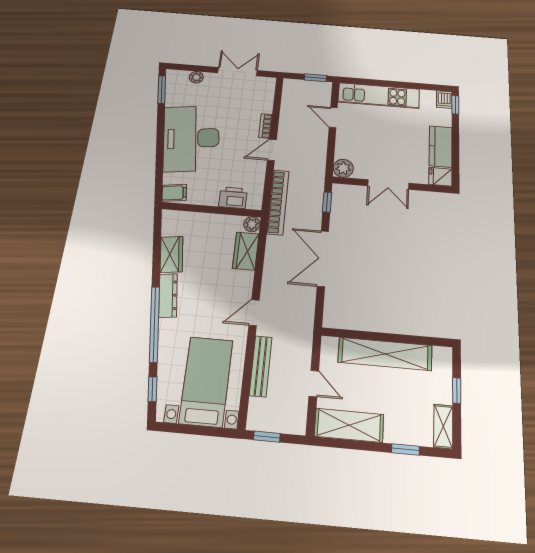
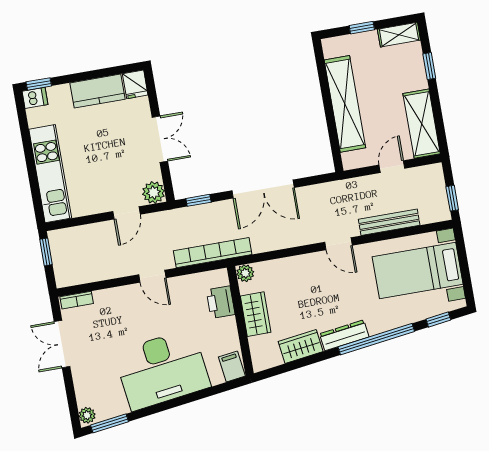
plant: (196, 77) -> (87, 415), moved
door: (333, 117) -> (126, 213), moved
bookcase: (265, 126) -> (77, 300), moved
wardrobe: (246, 251) -> (256, 314), moved, turned -90

